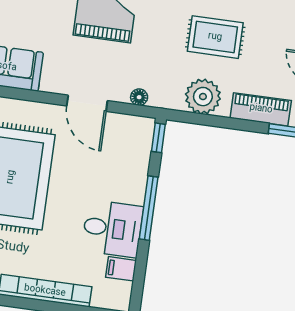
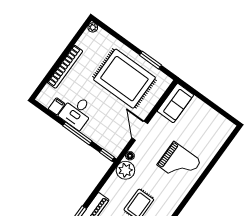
plant: (203, 97) -> (125, 170), moved
door: (87, 103) -> (140, 131), hinge flipped

